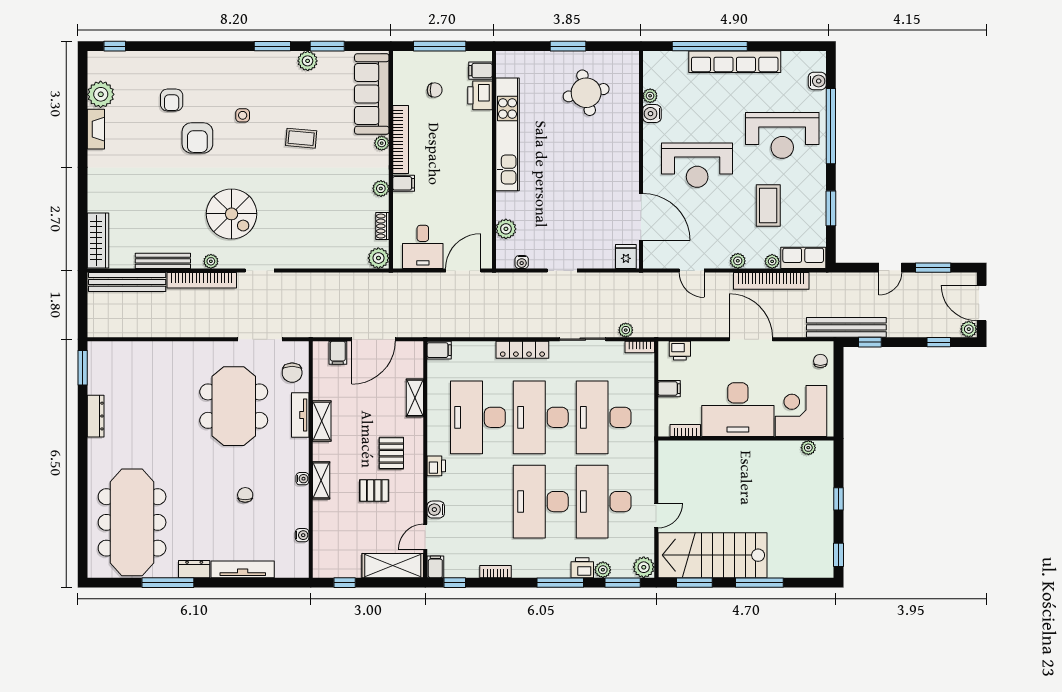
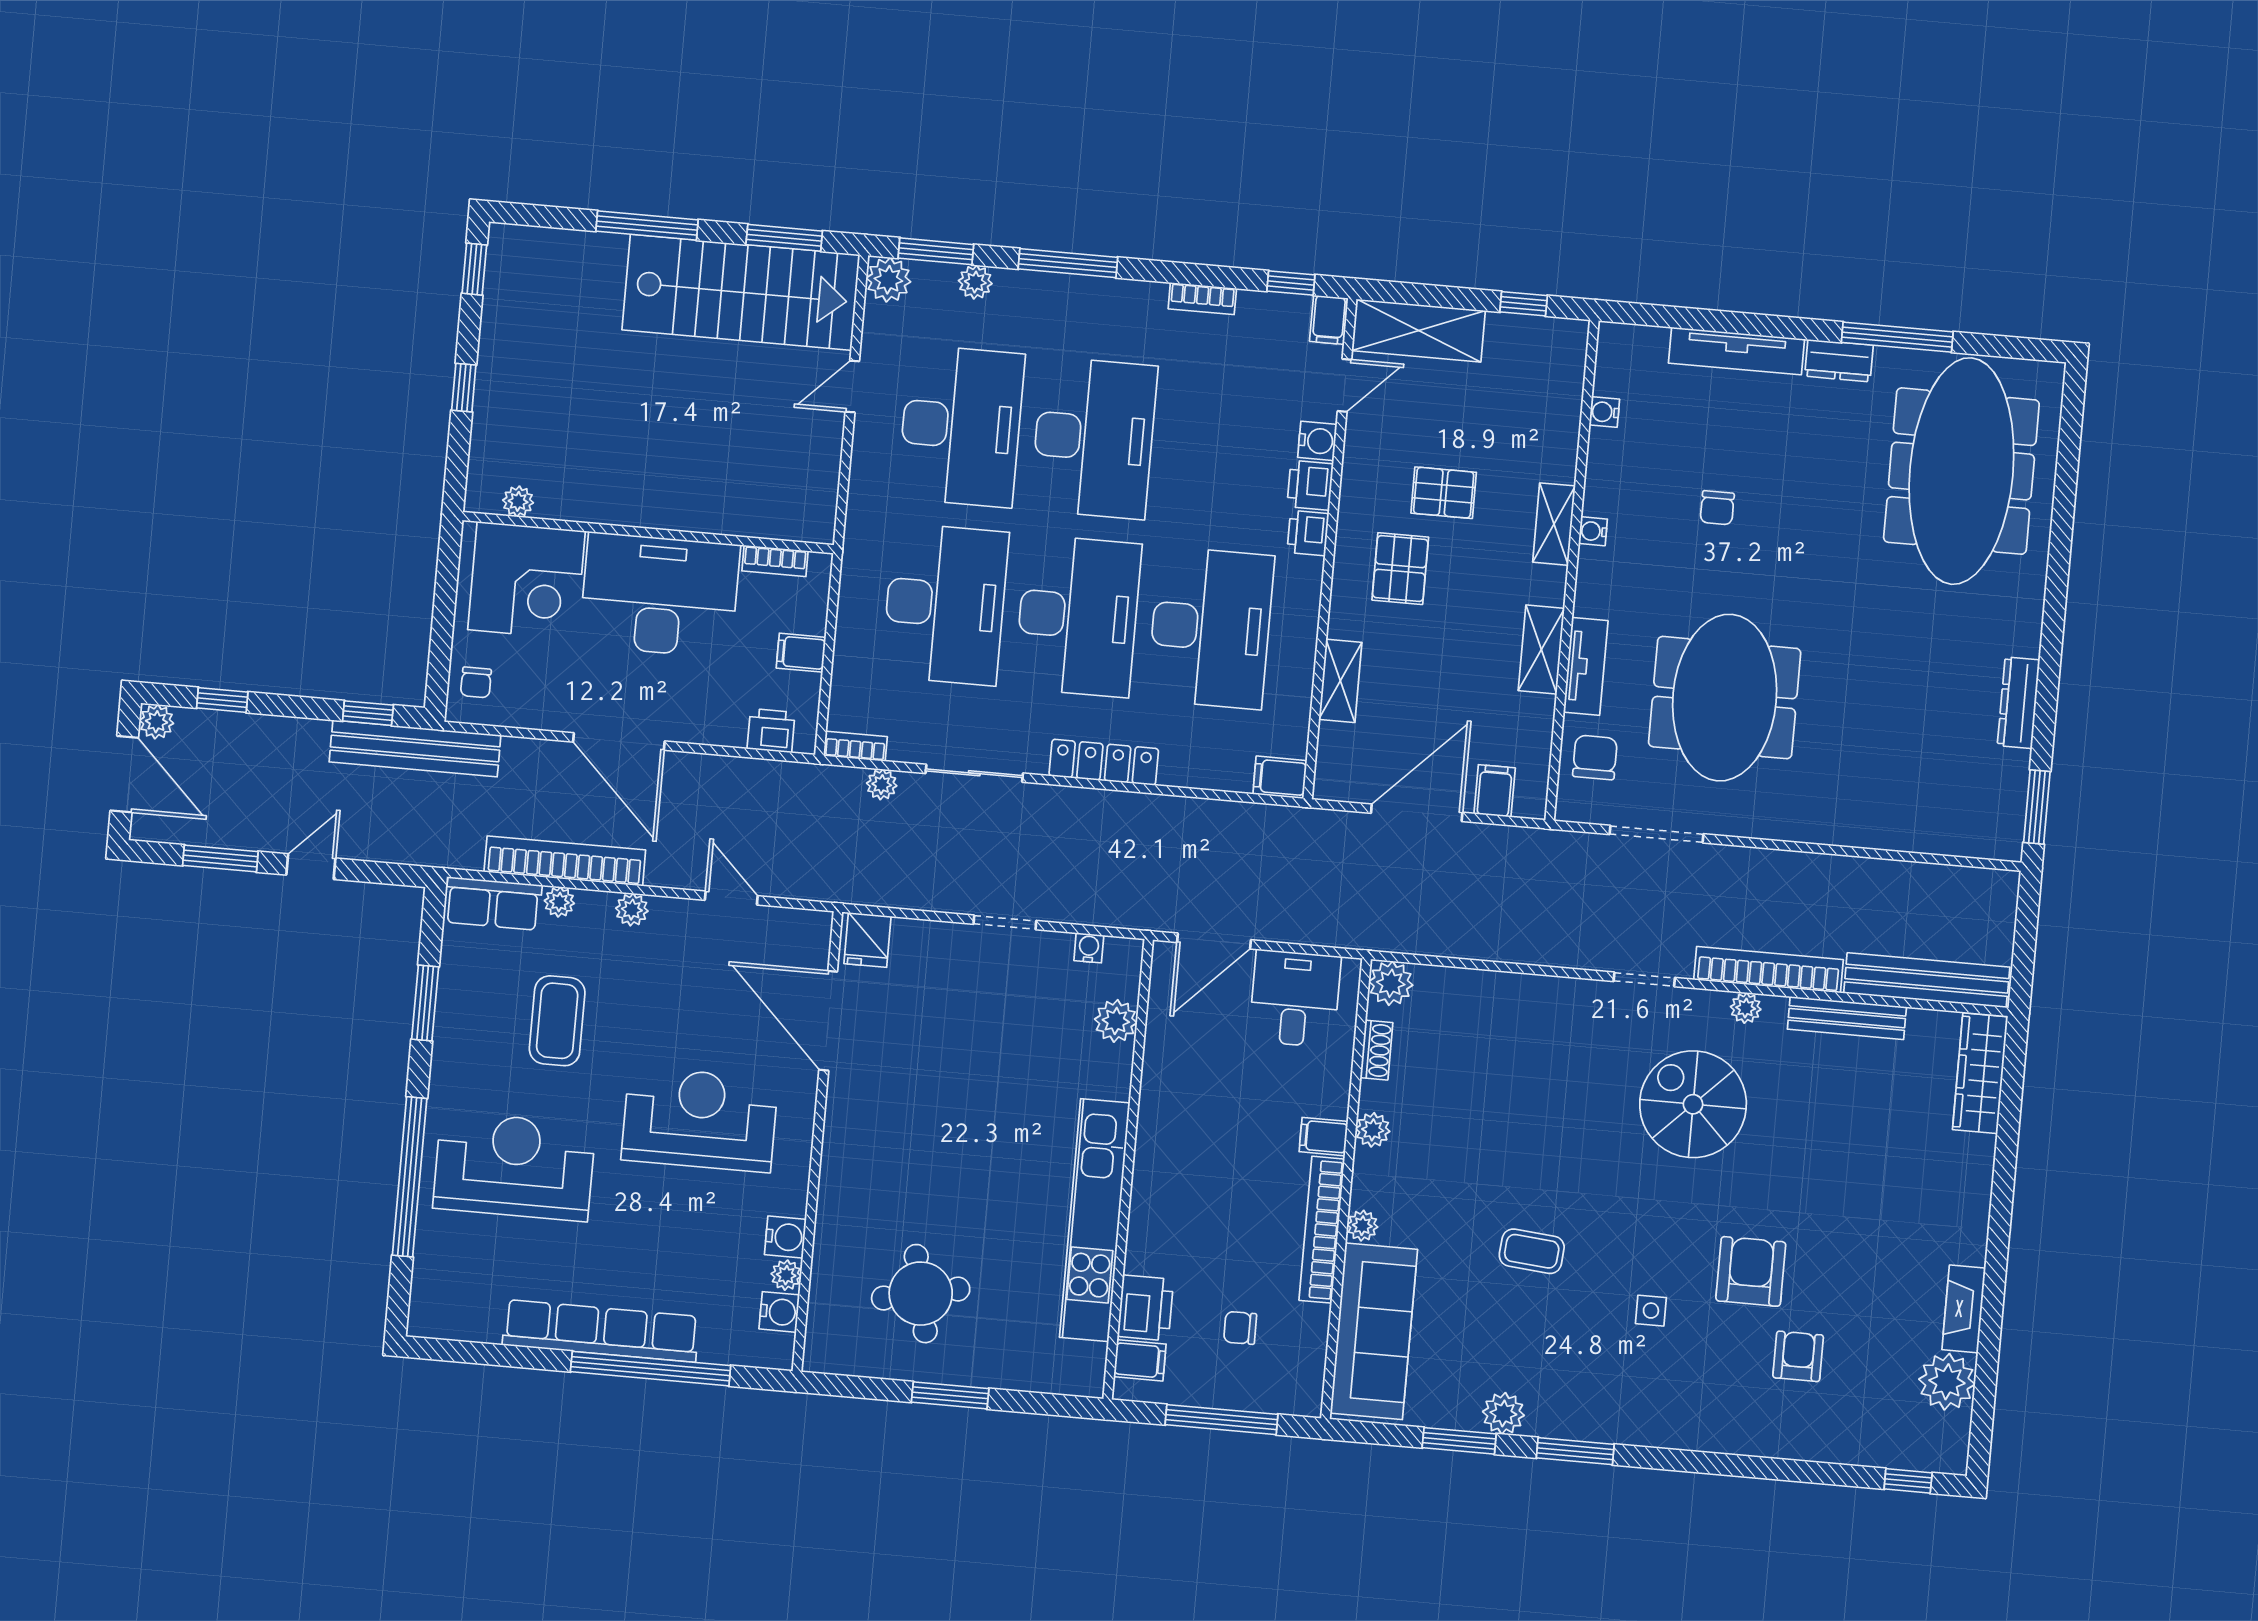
water cooler: (817, 81) -> (779, 1312), moved, turned 180
printer: (582, 568) -> (1310, 485), moved, turned 90

